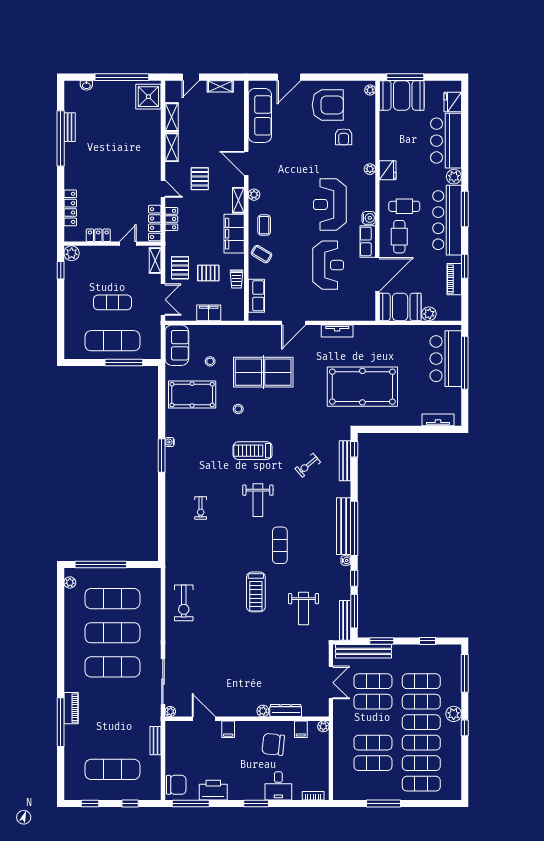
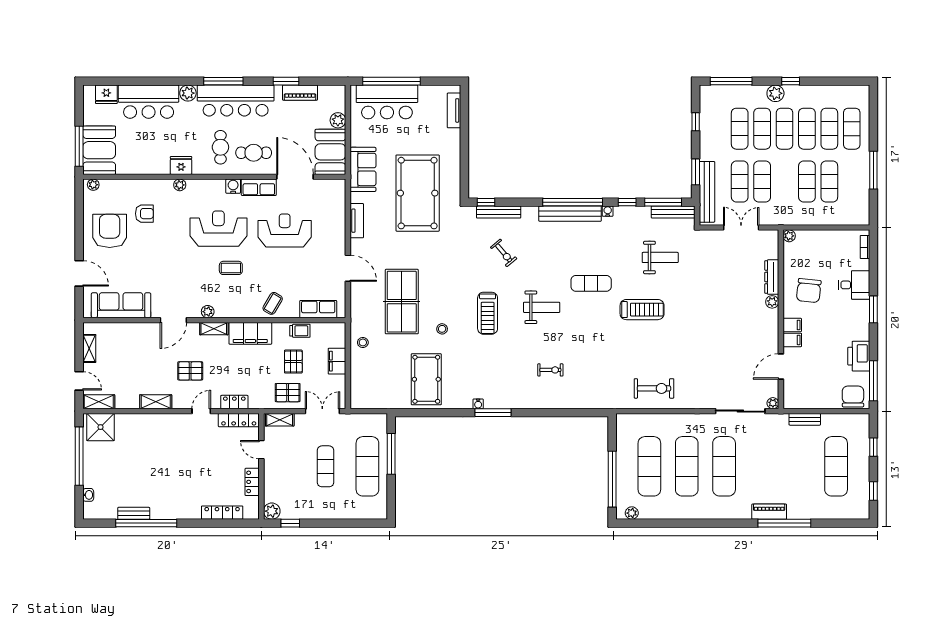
shelving: (172, 117) -> (99, 402), moved
reception desk: (330, 204) -> (218, 229), turned 180
coffee table: (264, 225) -> (231, 268), moved
sofa: (177, 345) -> (363, 169), moved, turned 90
stool: (210, 361) -> (363, 342), moved
filing cabinet: (301, 729) -> (792, 325), moved

